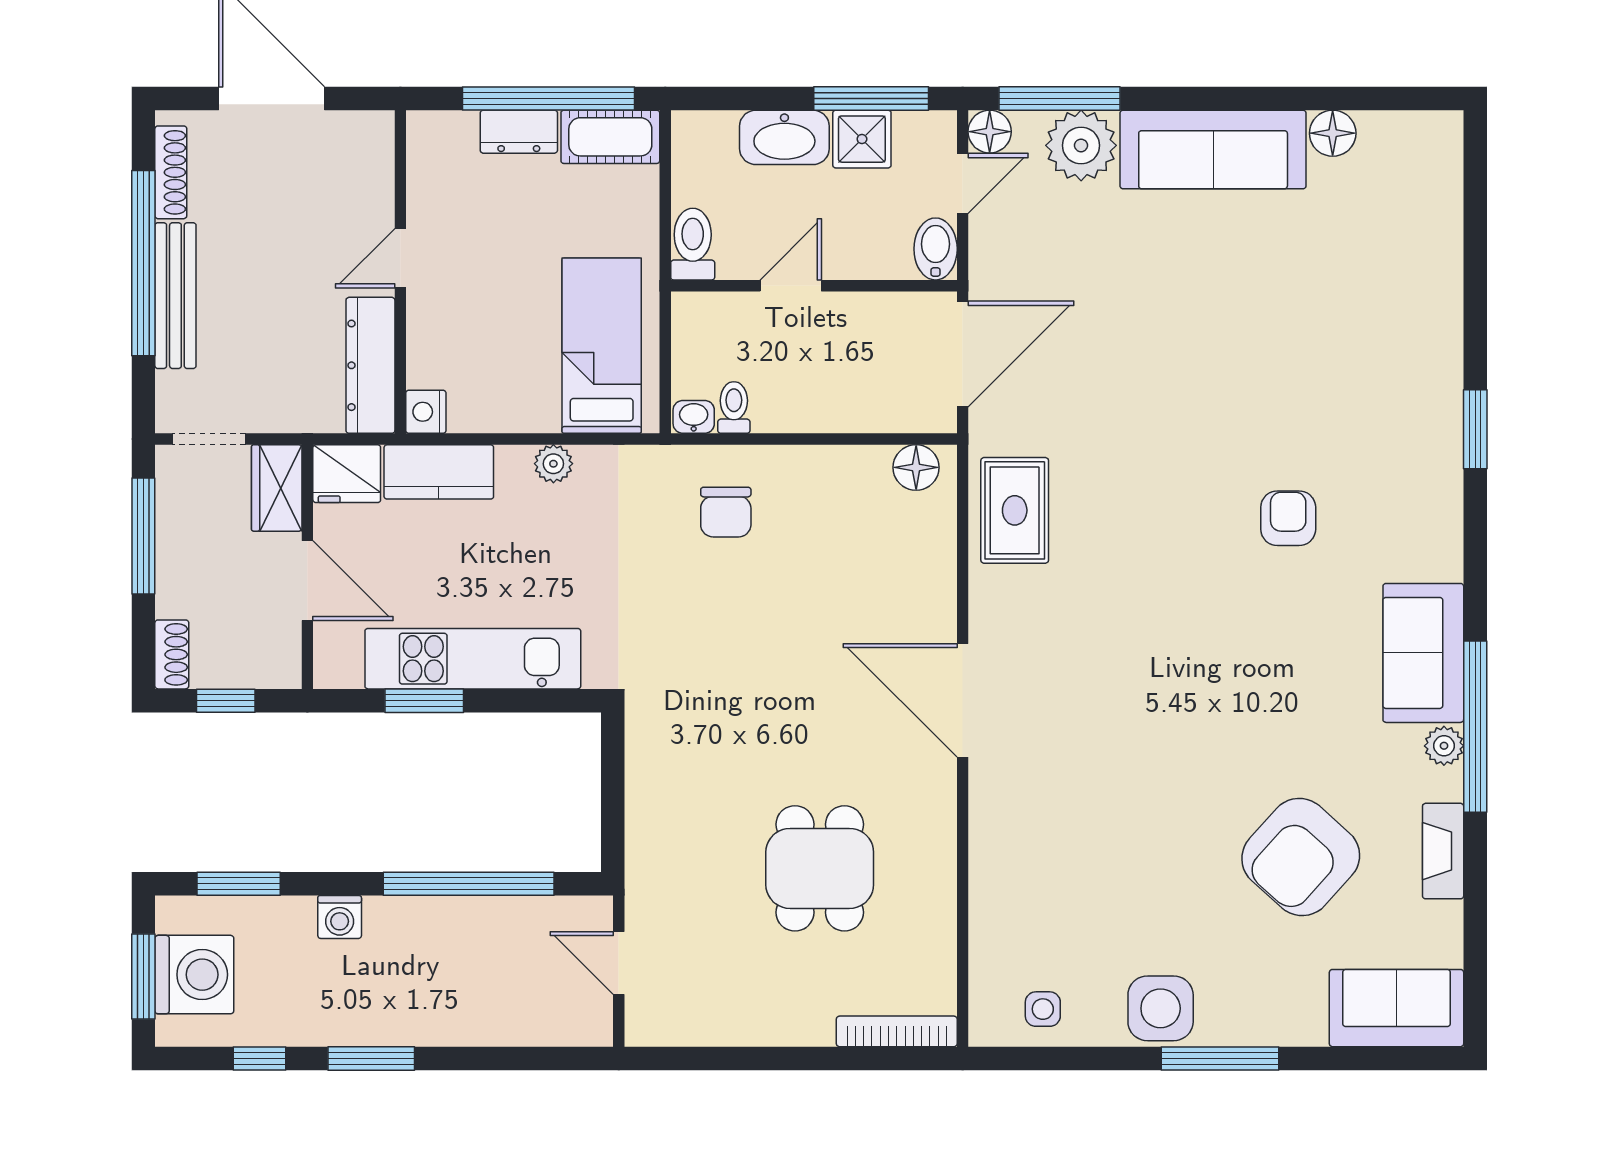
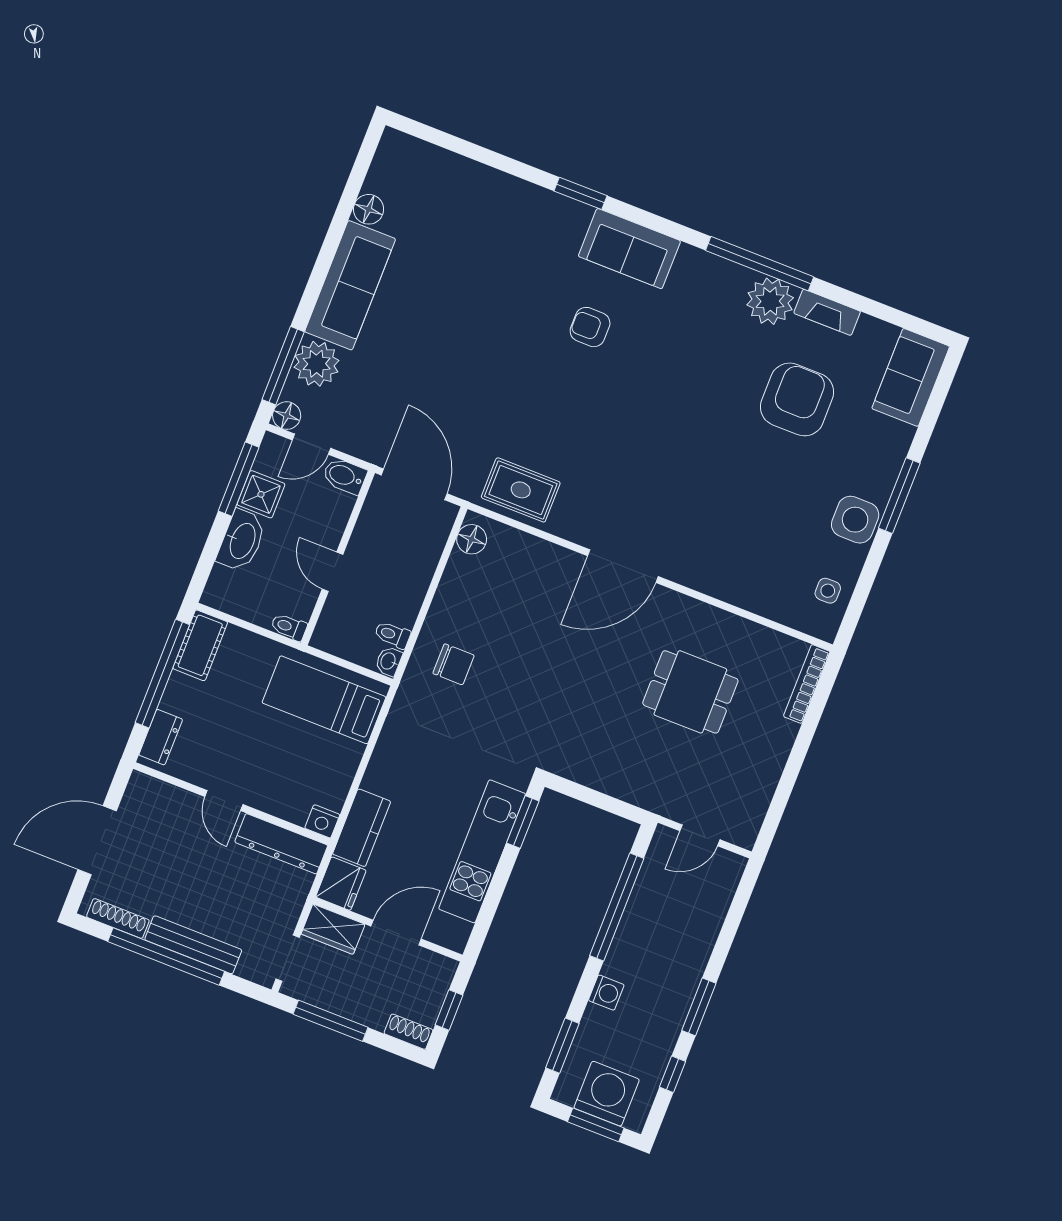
dresser: (519, 132) -> (161, 737), moved
door: (963, 183) -> (311, 444), swing flipped
toilet: (693, 244) -> (289, 627), width x0.73, depth x0.72
plant: (553, 464) -> (384, 757), removed
sofa: (1423, 653) -> (629, 249), moved
window: (424, 701) -> (523, 822), moved
plant: (1444, 746) -> (770, 301), width x1.88, depth x1.88
armchair: (1301, 857) -> (797, 399), turned -132

